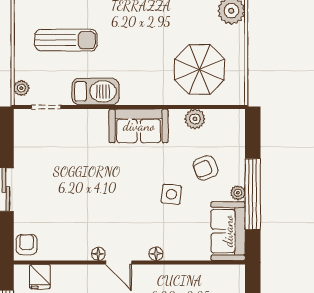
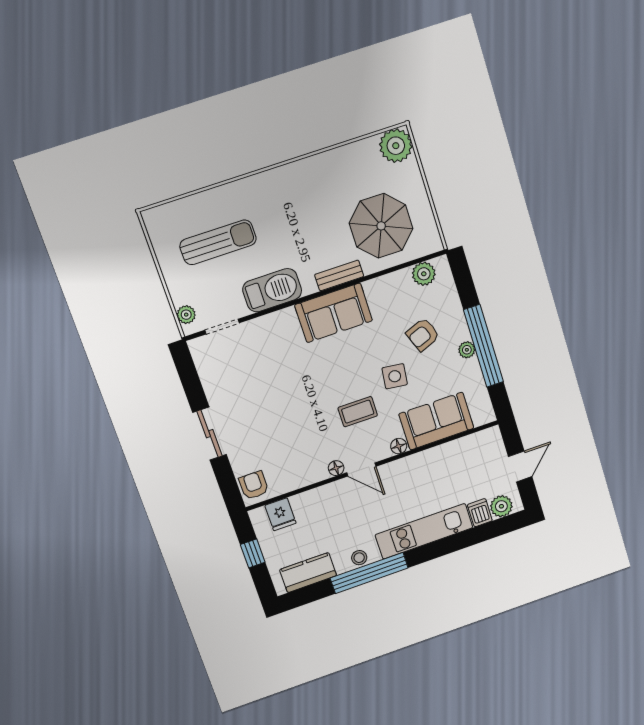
bench: (153, 98) -> (339, 275), added
plant: (195, 119) -> (424, 274), moved
coffee table: (132, 213) -> (358, 412), added
sofa: (228, 231) -> (436, 421), moved, turned 90

